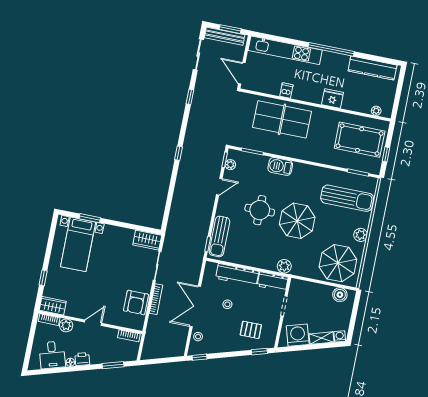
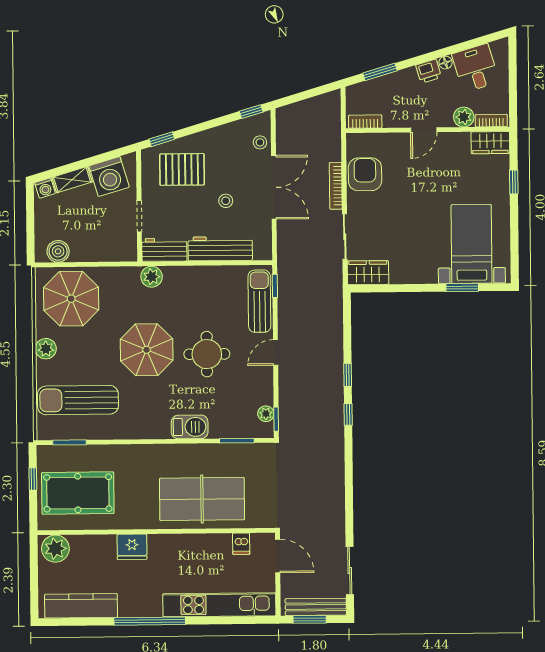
dishwasher: (286, 91) -> (241, 544), moved
window: (190, 97) -> (348, 375), moved
plant: (376, 111) -> (55, 549), width x1.87, depth x1.87
door: (219, 187) -> (276, 352), moved
pallet: (251, 330) -> (182, 169), width x1.50, depth x1.42

